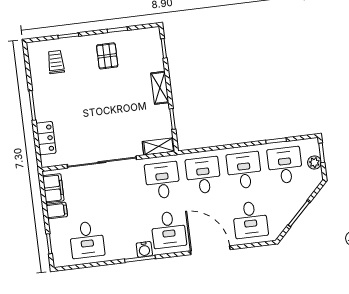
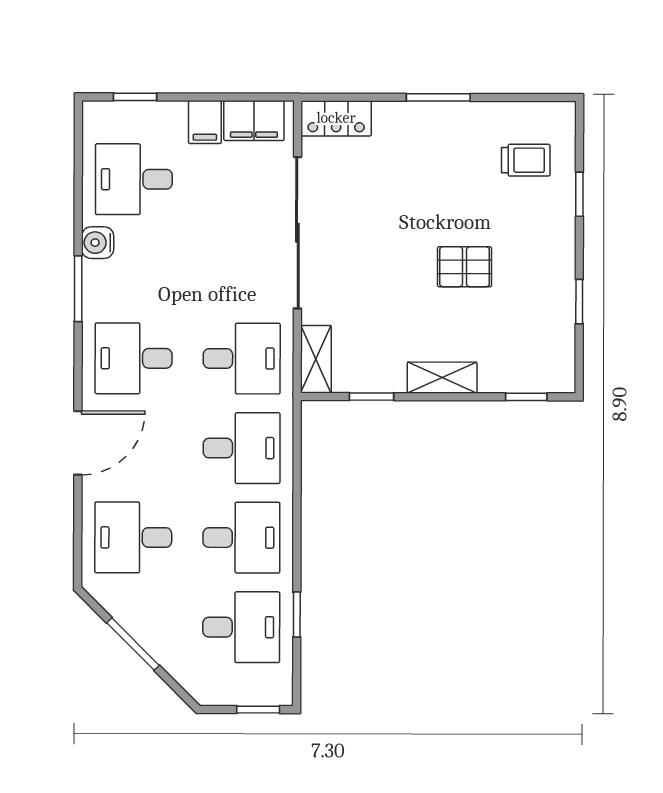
pallet: (107, 56) -> (465, 267), moved
locker: (46, 138) -> (336, 118), moved
plant: (314, 162) -> (239, 691), removed
water cooler: (144, 249) -> (98, 243), moved
door: (210, 250) -> (78, 443), width x0.73

